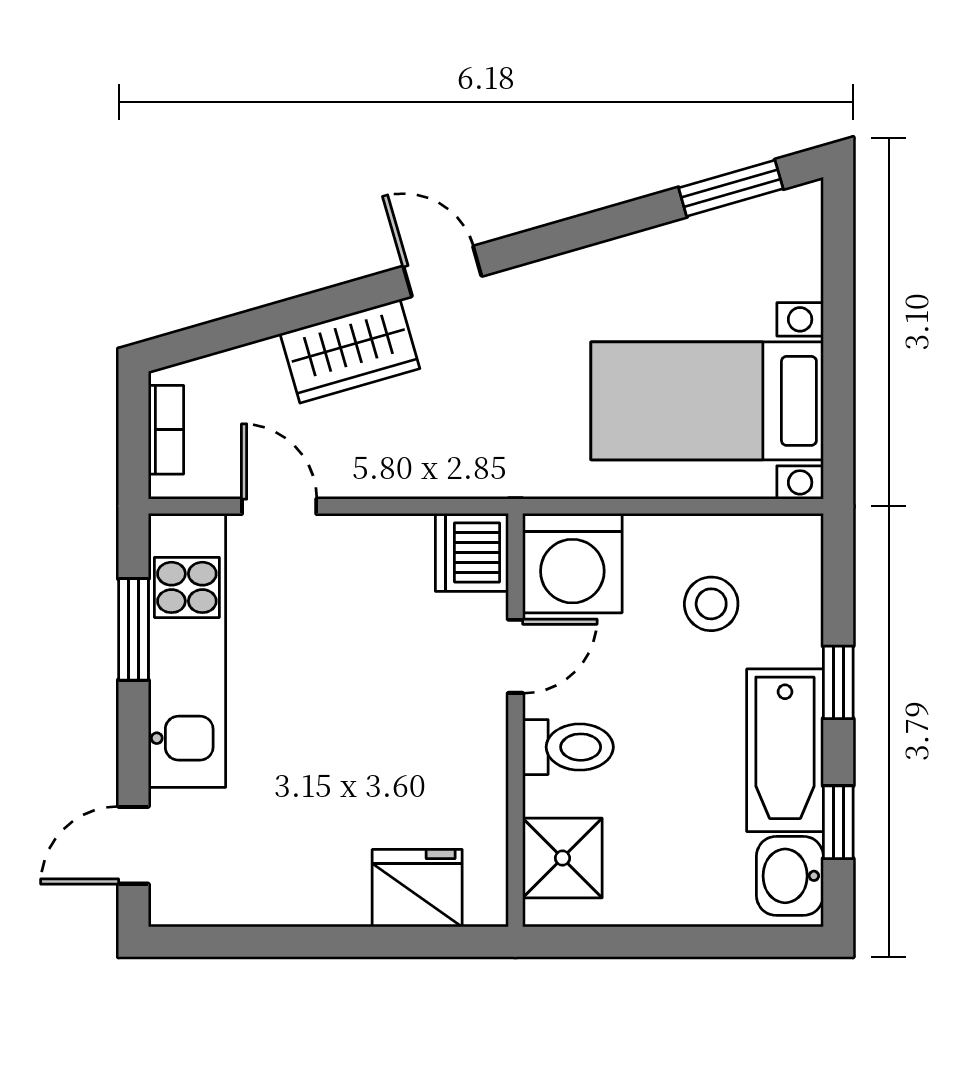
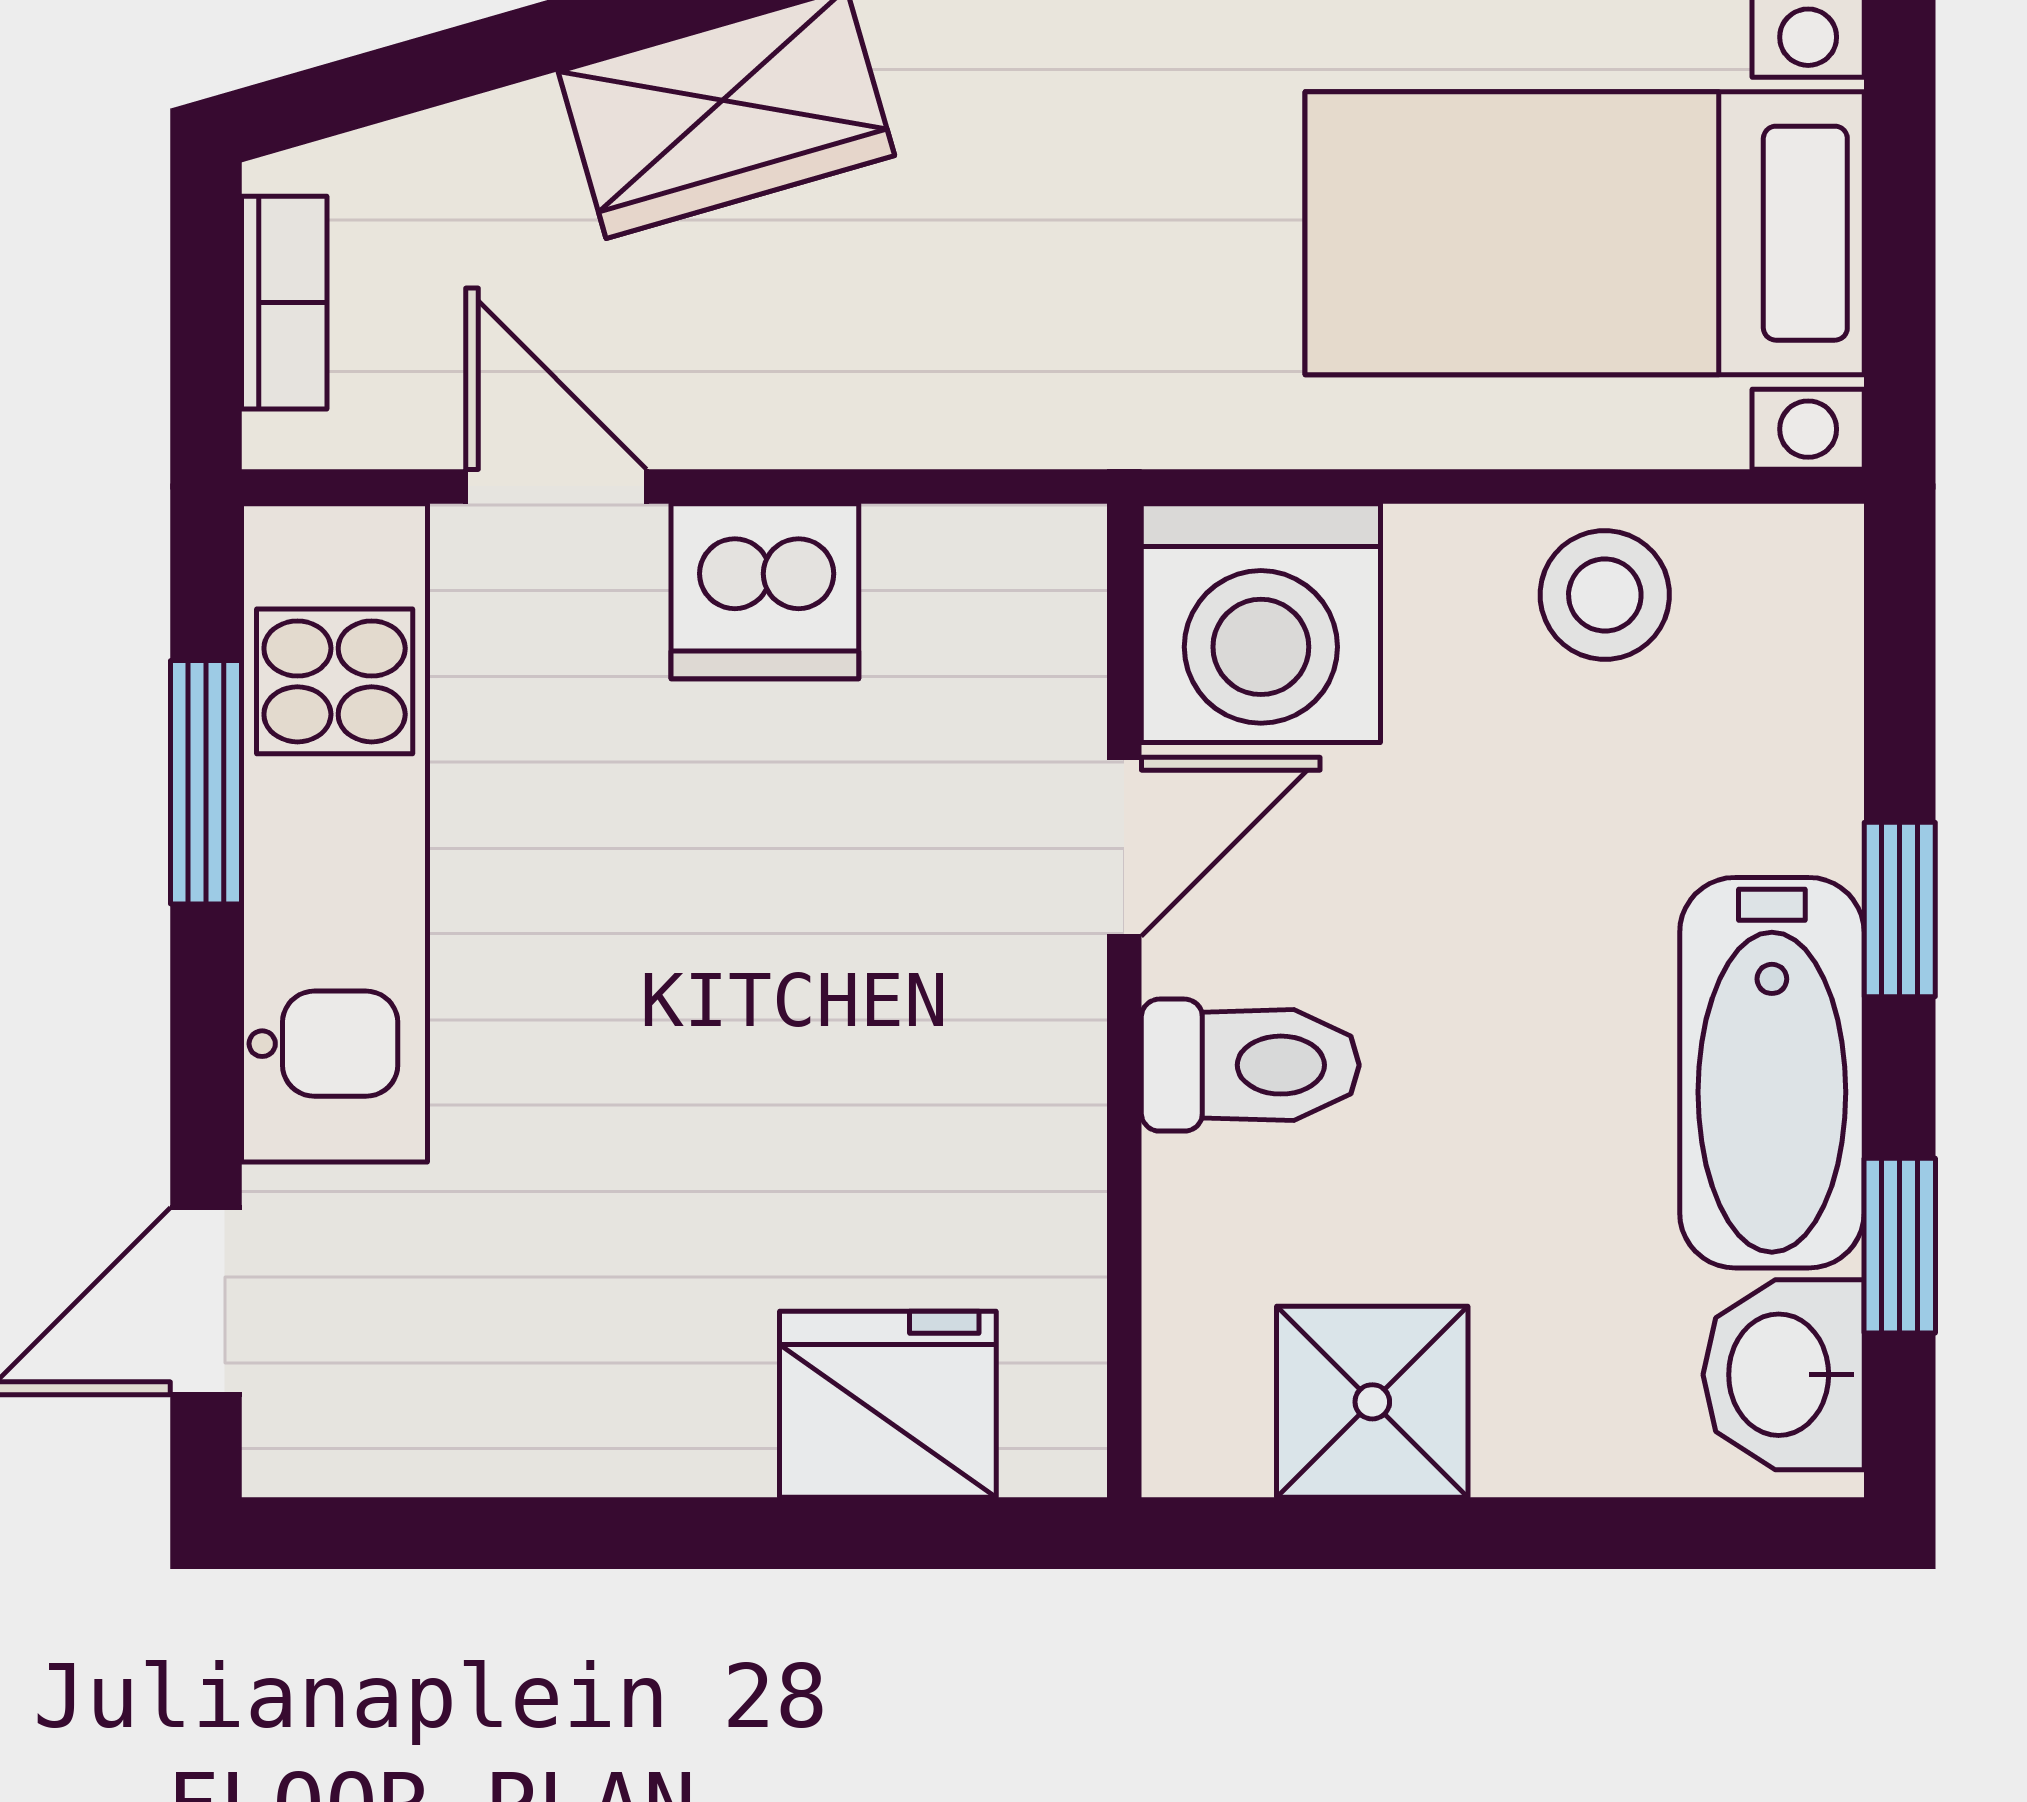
dishwasher: (472, 552) -> (765, 591), moved, turned -90
stool: (711, 604) -> (1605, 595), moved
shower: (562, 858) -> (1372, 1402), moved

